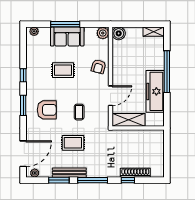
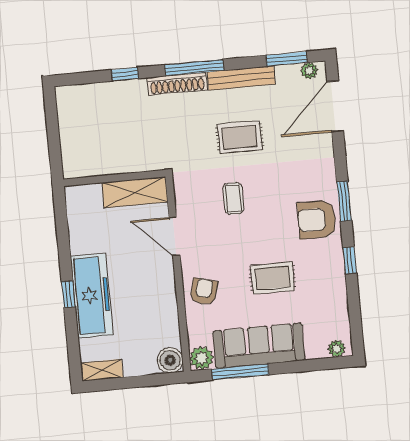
window: (65, 24) -> (240, 372), moved
sofa: (67, 37) -> (259, 346), width x1.36
window: (167, 72) -> (68, 294), width x0.32
freezer: (155, 91) -> (92, 296), moved
door: (111, 96) -> (175, 236), hinge flipped
armchair: (47, 110) -> (317, 220), moved
shoe rack: (135, 173) -> (177, 84), moved
window: (59, 180) -> (287, 59), moved

